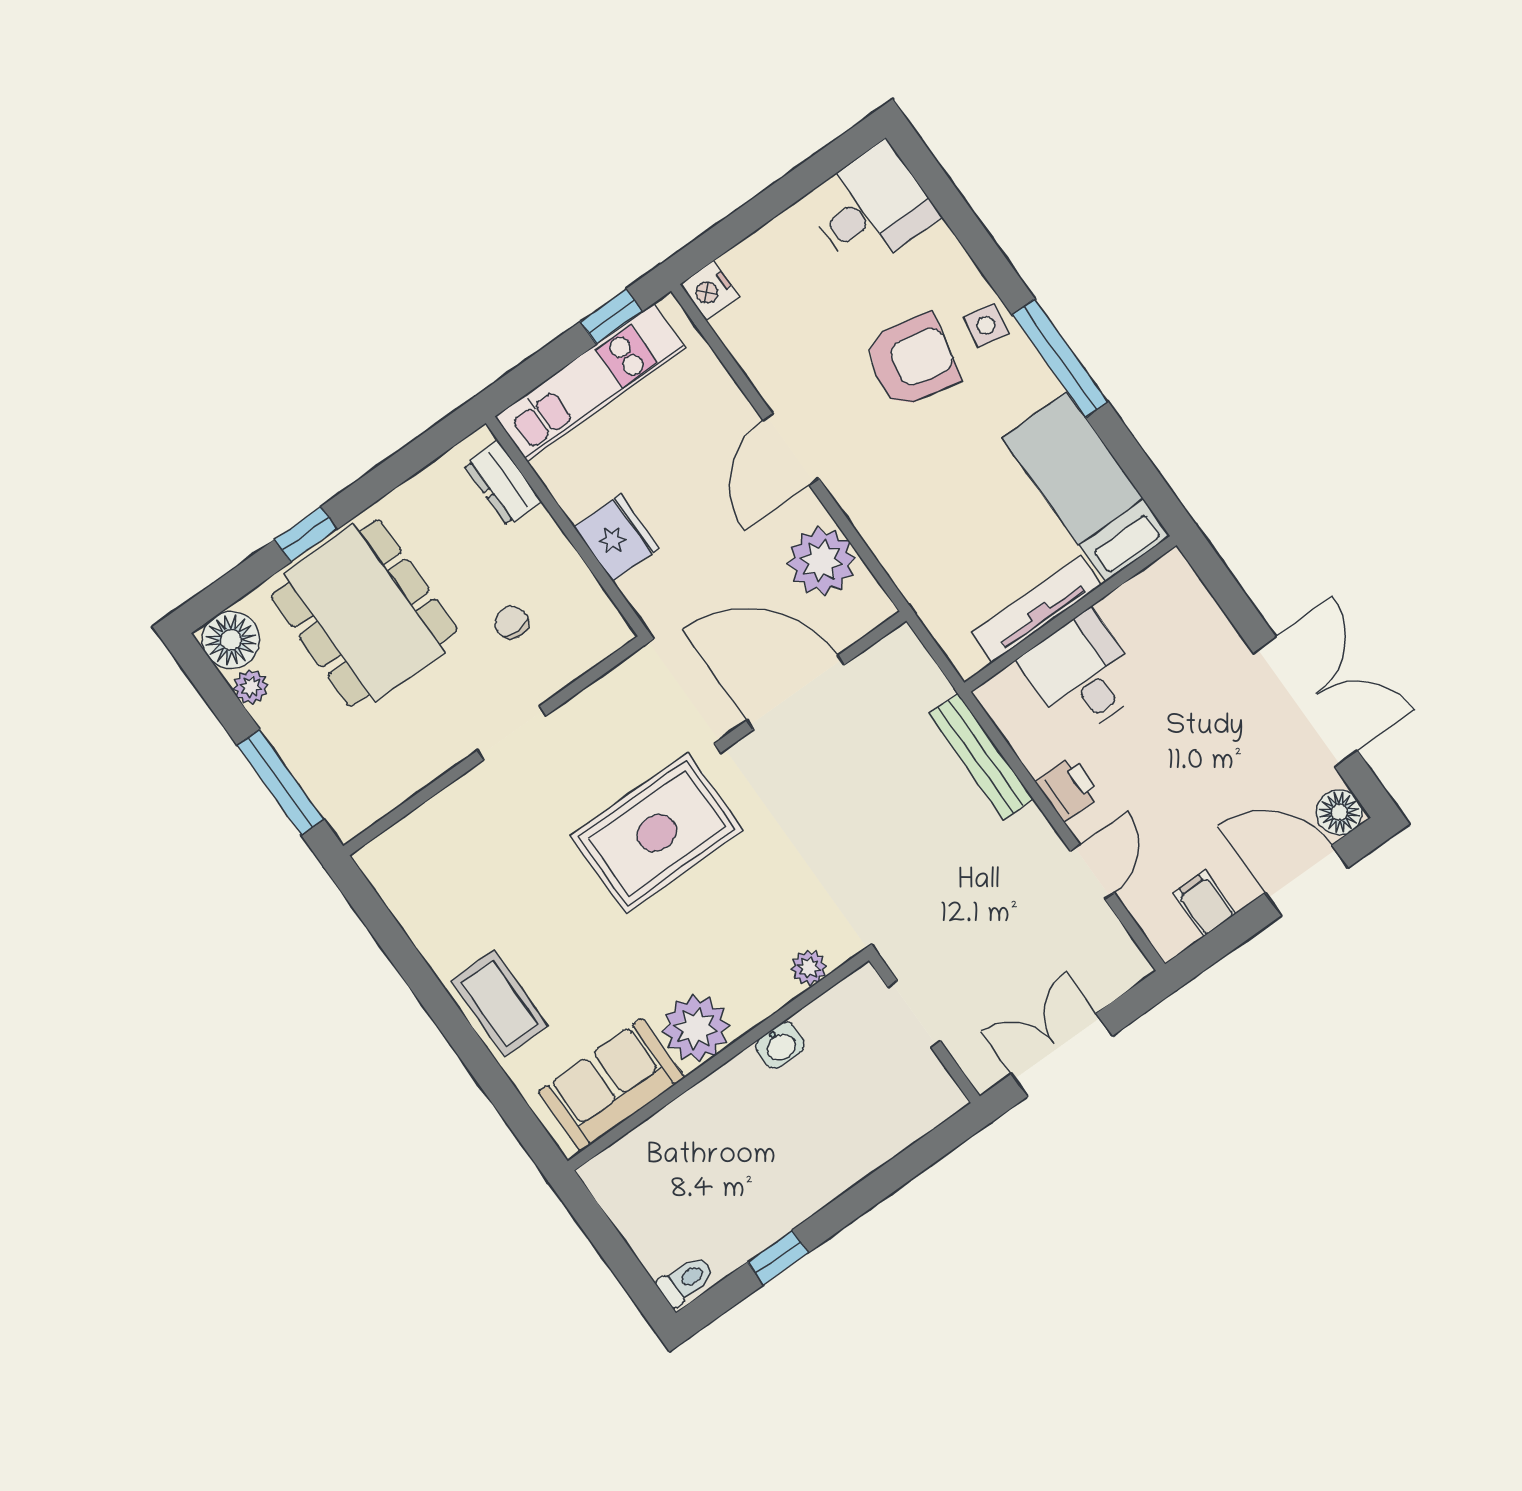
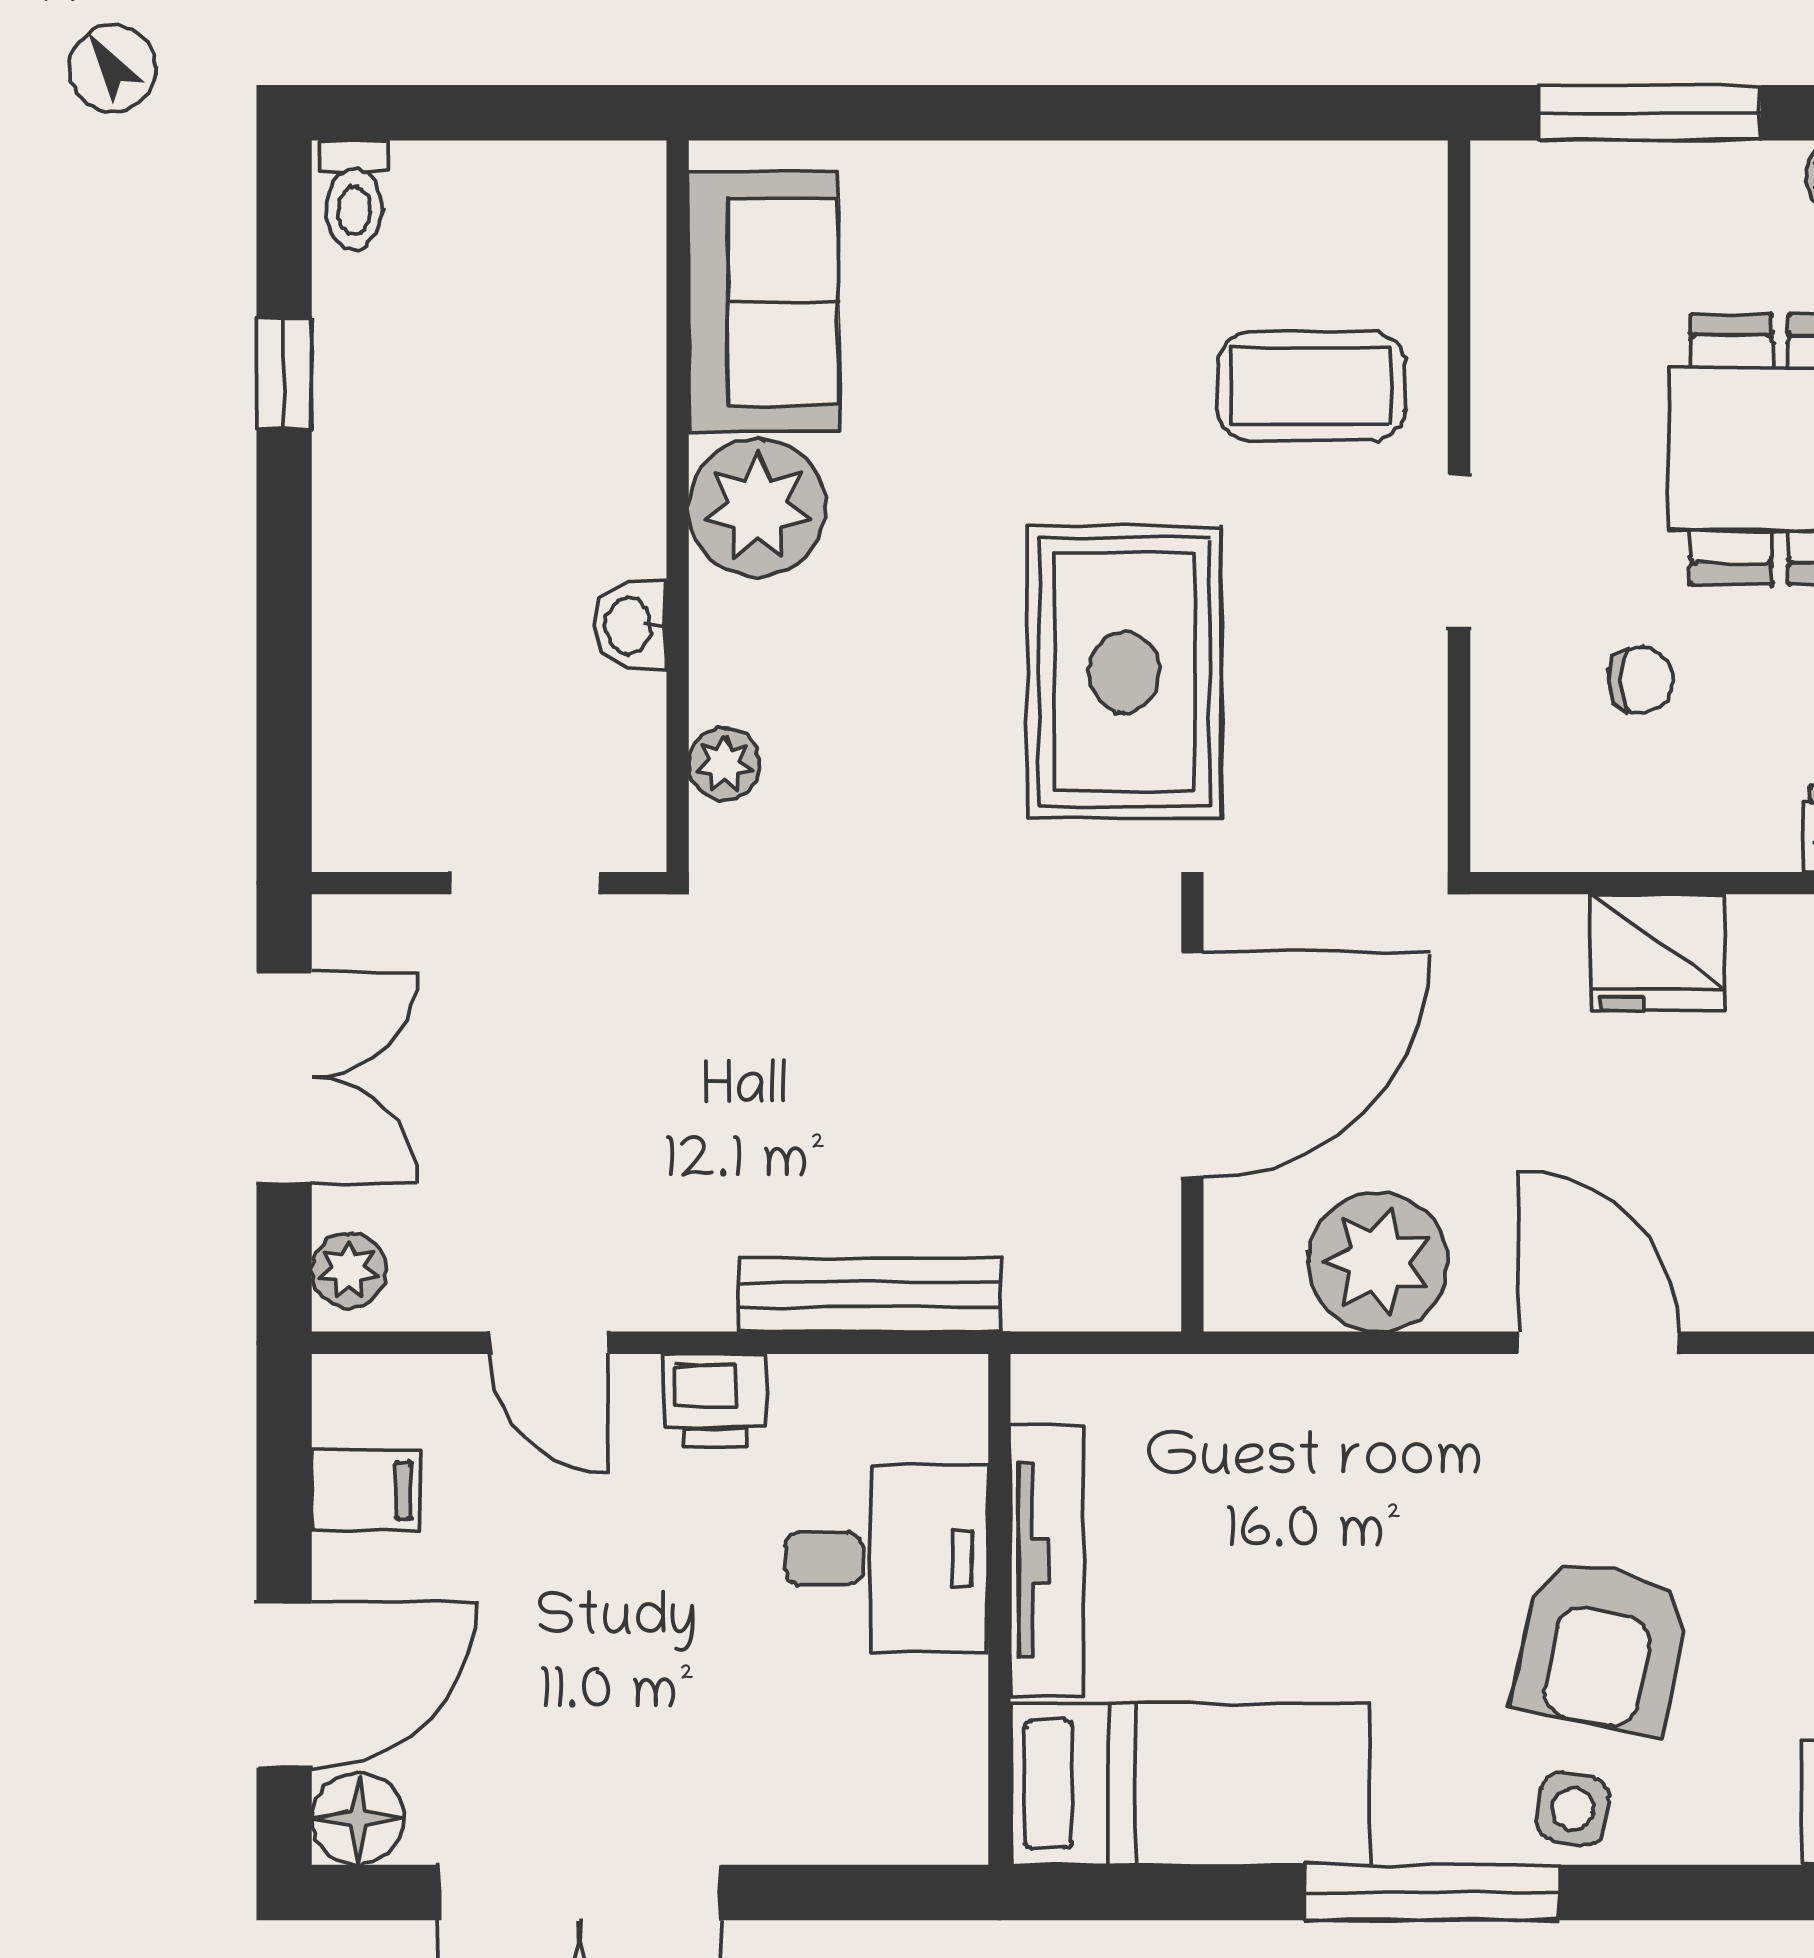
plant: (1121, 973) -> (349, 1270), added
coffee table: (500, 1003) -> (1311, 386), moved

